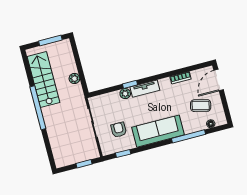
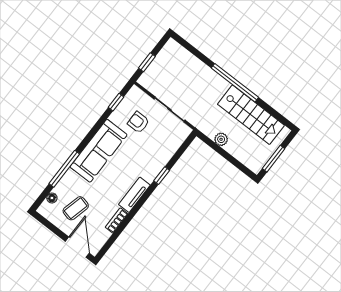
tv unit: (145, 89) -> (134, 195), moved
plant: (125, 94) -> (159, 163), removed
armchair: (119, 130) -> (138, 122), turned 180

